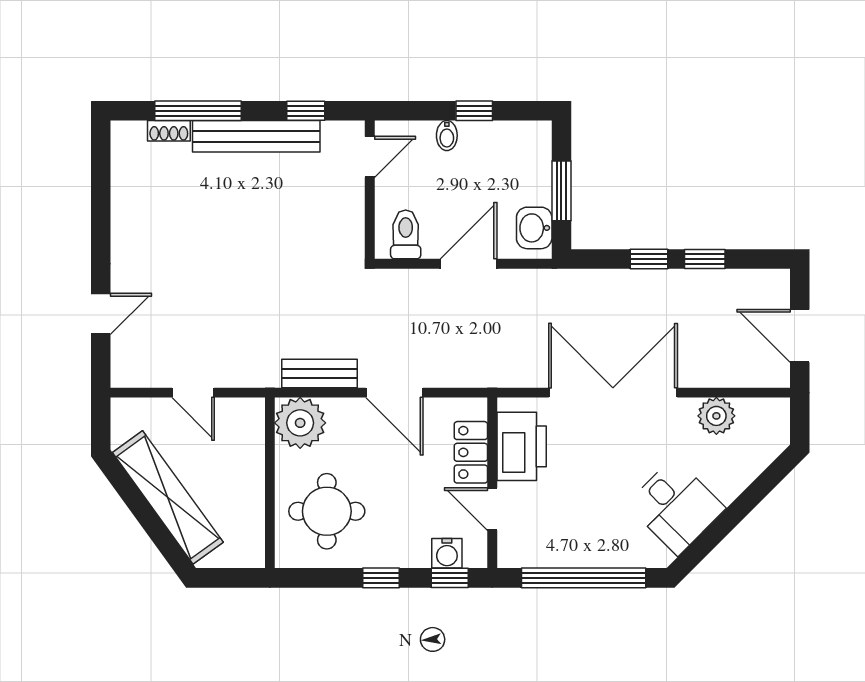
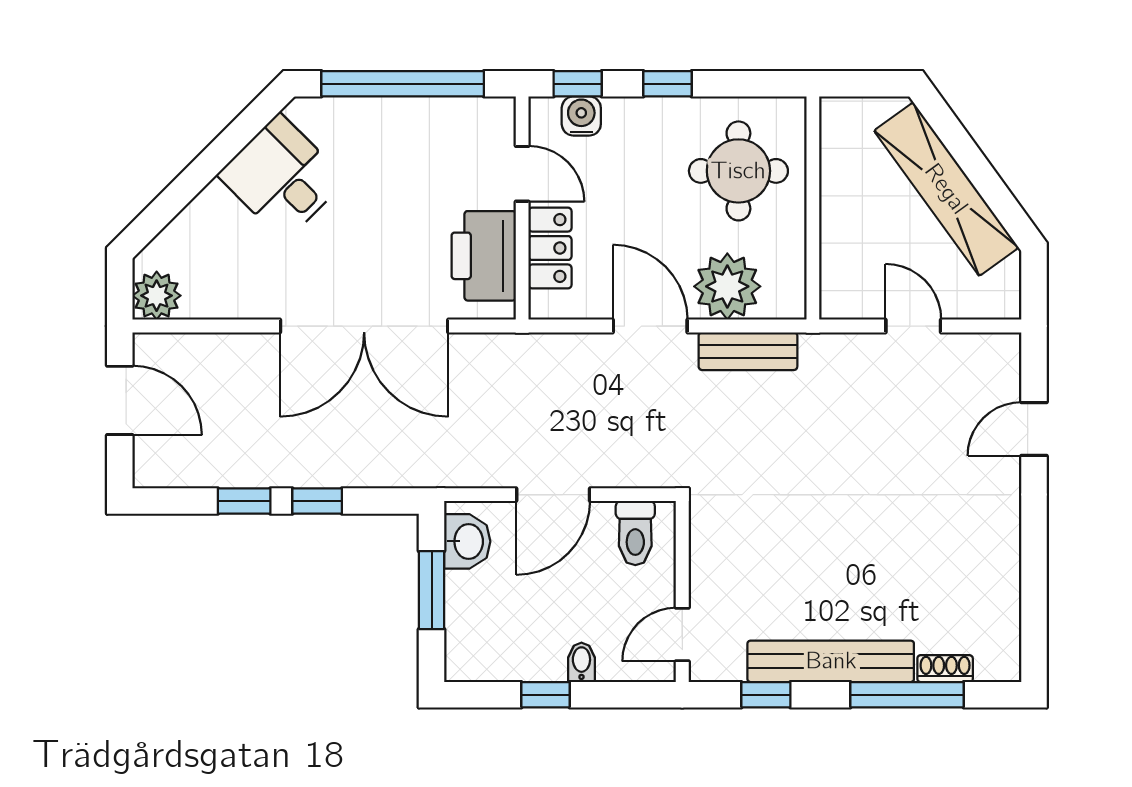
plant: (716, 416) -> (157, 296), moved
plant: (300, 423) -> (727, 286), moved

